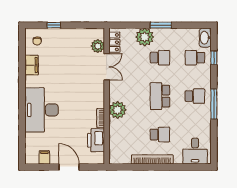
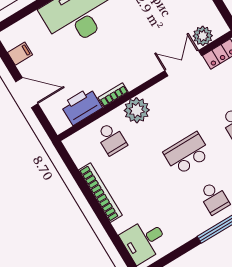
double door: (107, 67) -> (183, 63), swing flipped
school desk: (160, 134) -> (111, 139), moved
door: (69, 167) -> (27, 93), hinge flipped

